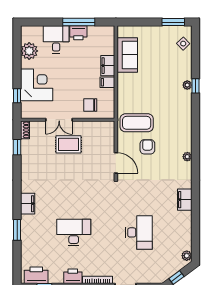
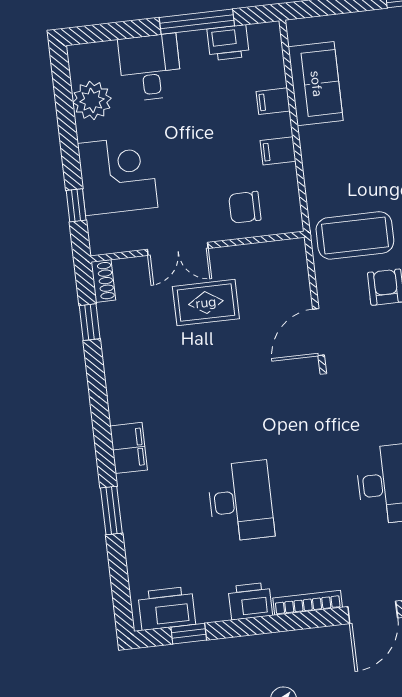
printer: (78, 33) -> (228, 43), moved
filing cabinet: (108, 66) -> (273, 101), width x0.50
door: (116, 163) -> (318, 332), swing flipped
desk: (74, 232) -> (241, 501), turned 90

